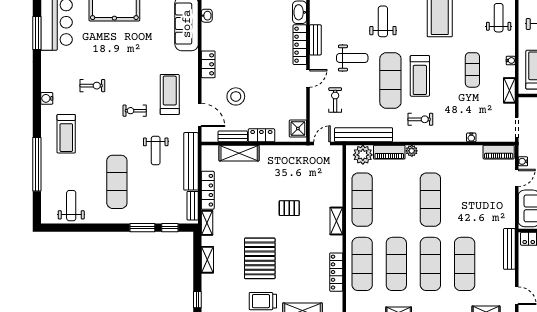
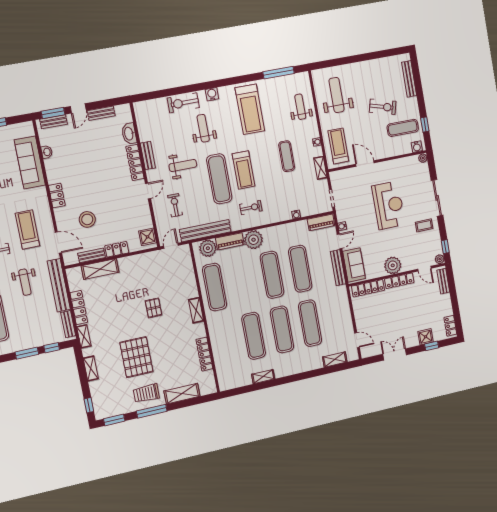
plant: (412, 151) -> (254, 240), width x1.88, depth x1.88
pallet: (289, 208) -> (153, 308), turned 90
bench: (509, 249) -> (338, 268), moved
exercise mat: (362, 264) -> (300, 269), moved

